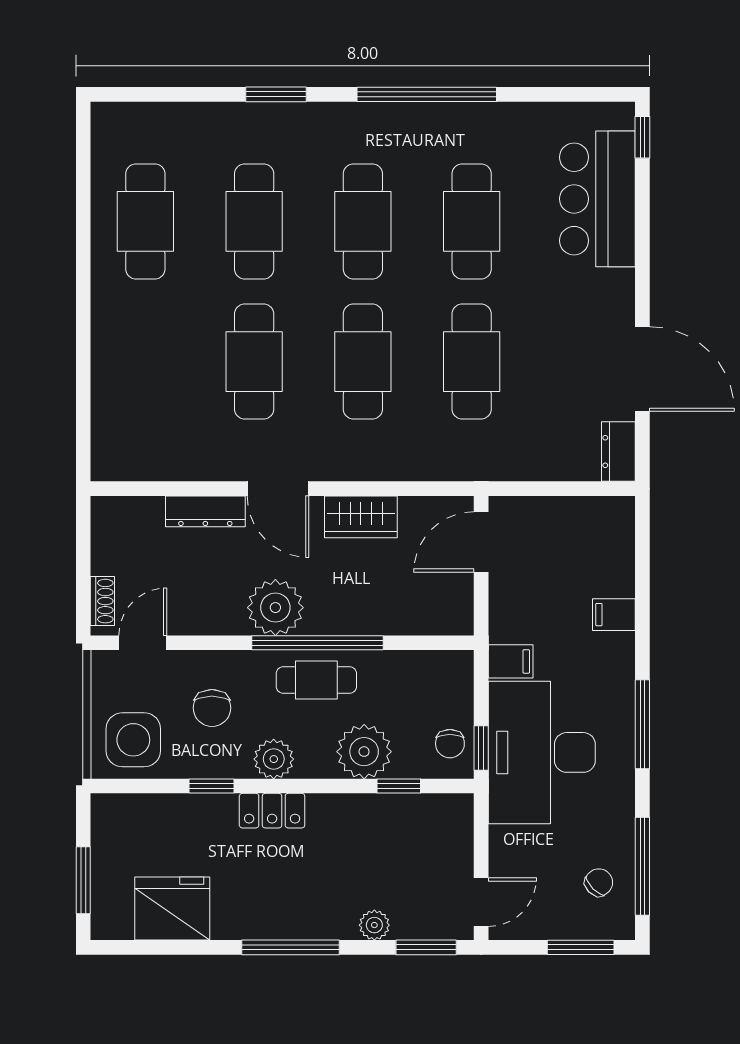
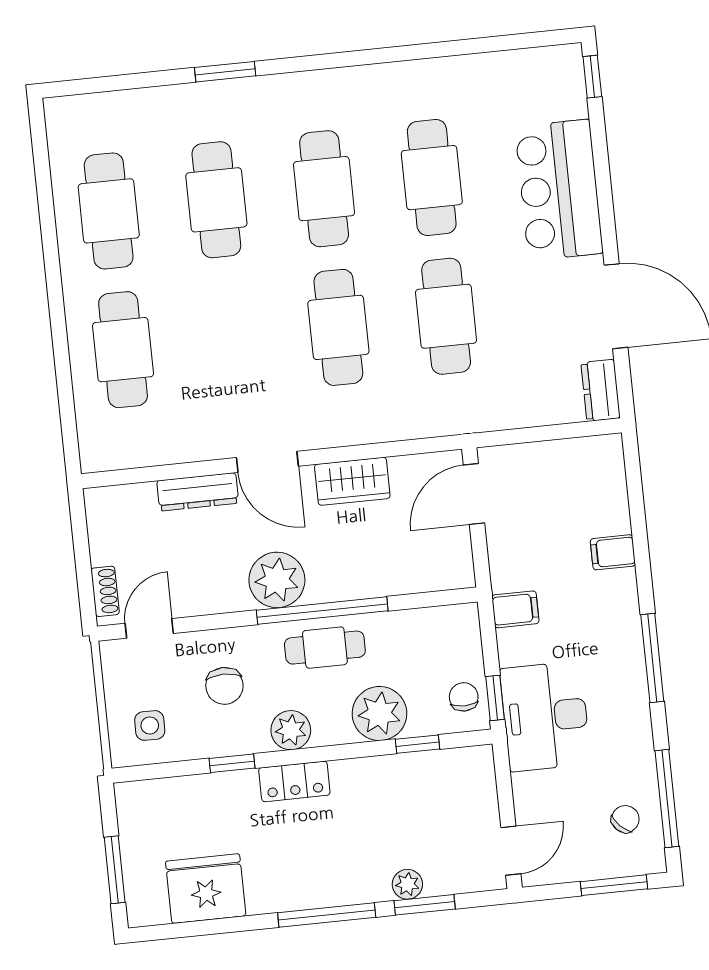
window: (427, 94) -> (374, 56), removed
bar counter: (597, 199) -> (559, 190), moved
cafe table: (254, 362) -> (123, 350), moved
side table: (133, 740) -> (150, 725), width x0.54, depth x0.54
chair: (450, 744) -> (464, 697), turned 180
desk: (542, 752) -> (545, 716), width x0.73, depth x0.77
window: (426, 947) -> (425, 905), moved

